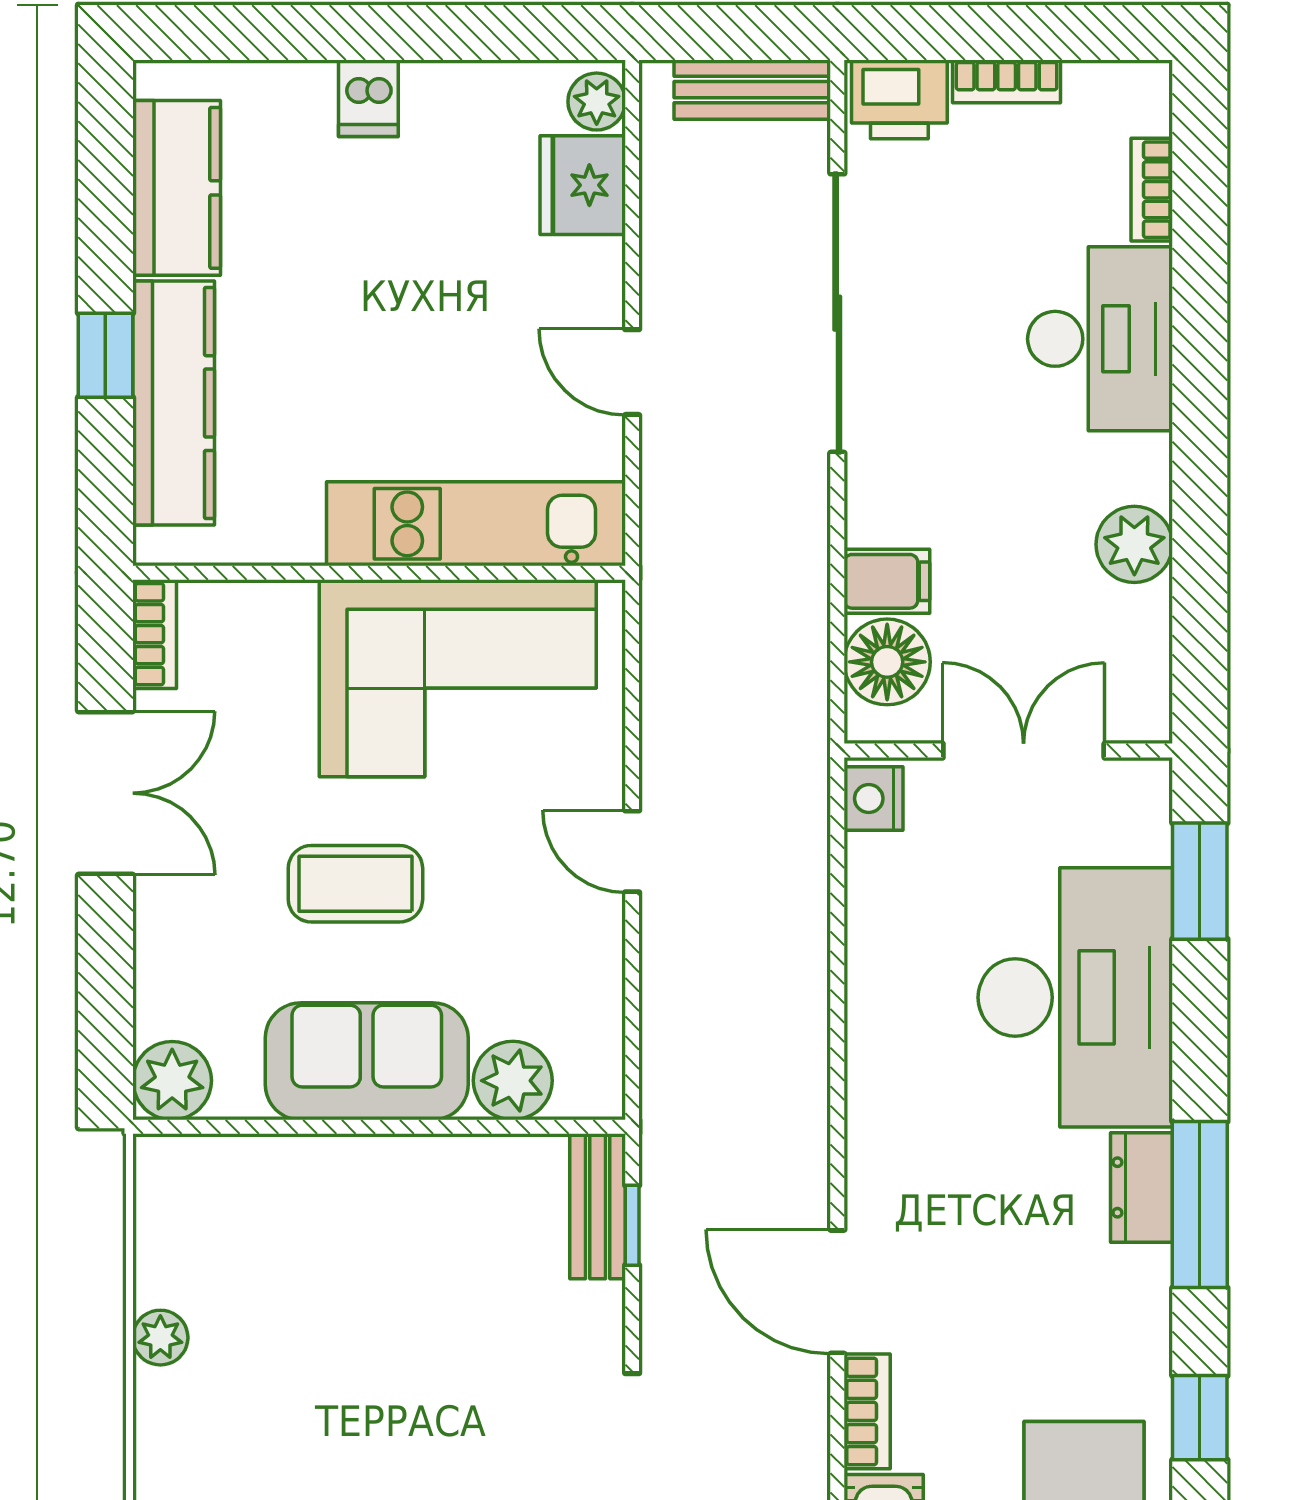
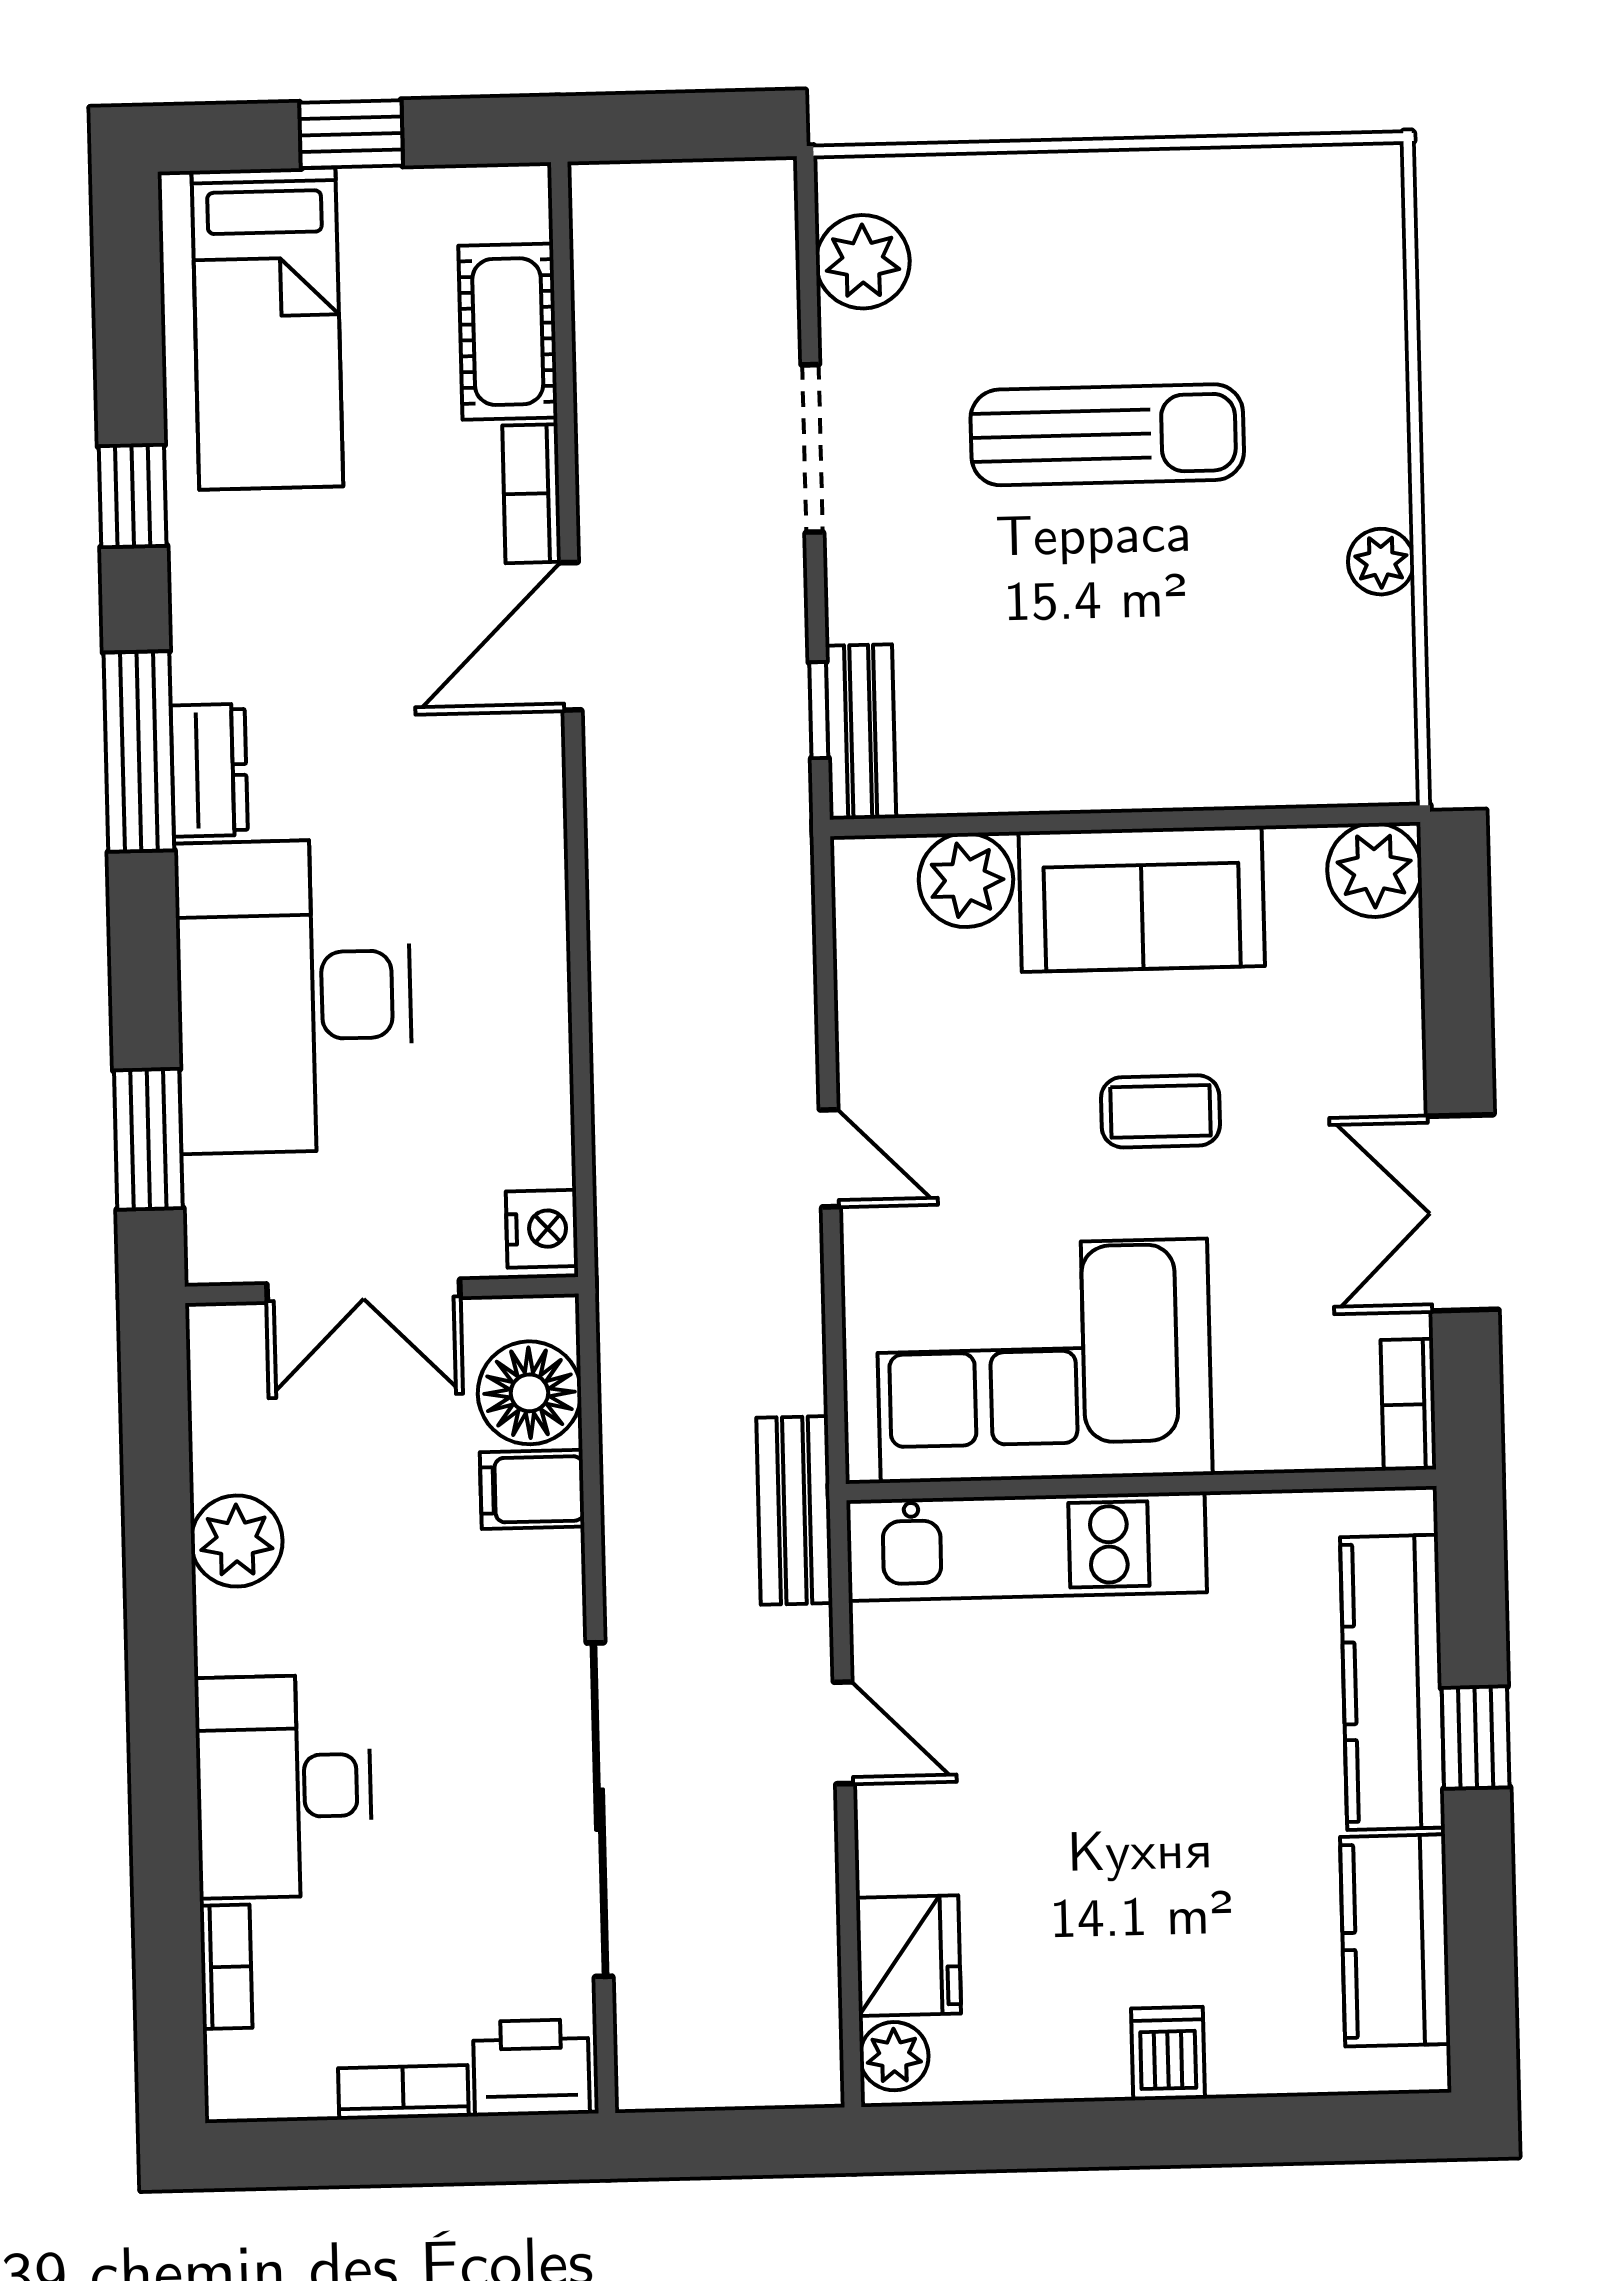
bench: (752, 90) -> (794, 1510), moved, turned 90
coffee table: (355, 884) -> (1160, 1111), width x0.73, depth x0.77
door: (837, 1292) -> (571, 636), swing flipped
sun lounger: (386, 1449) -> (1107, 435), added

